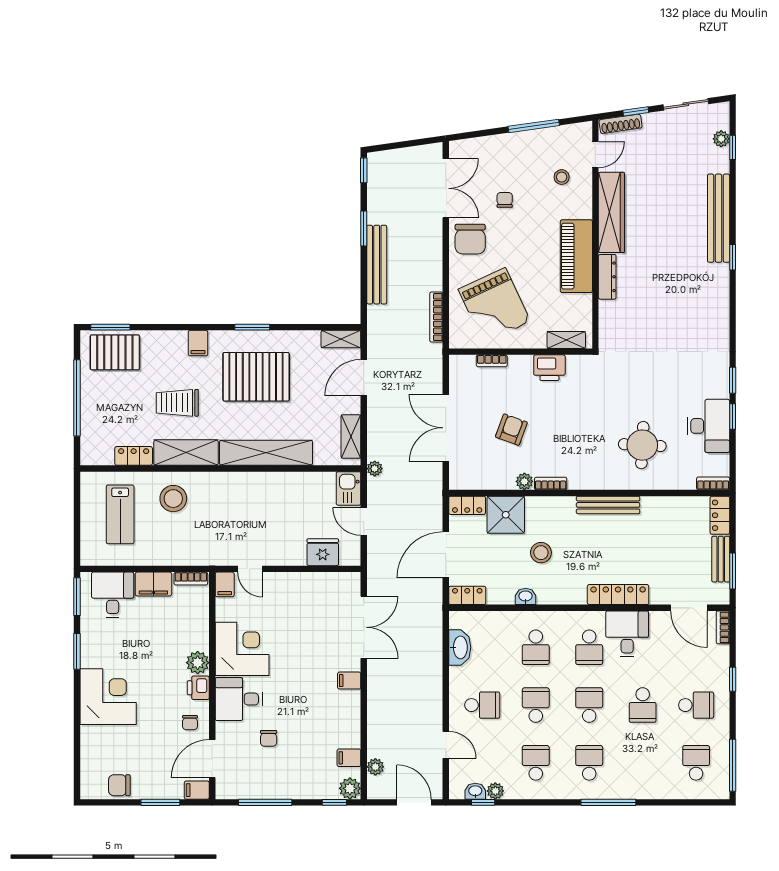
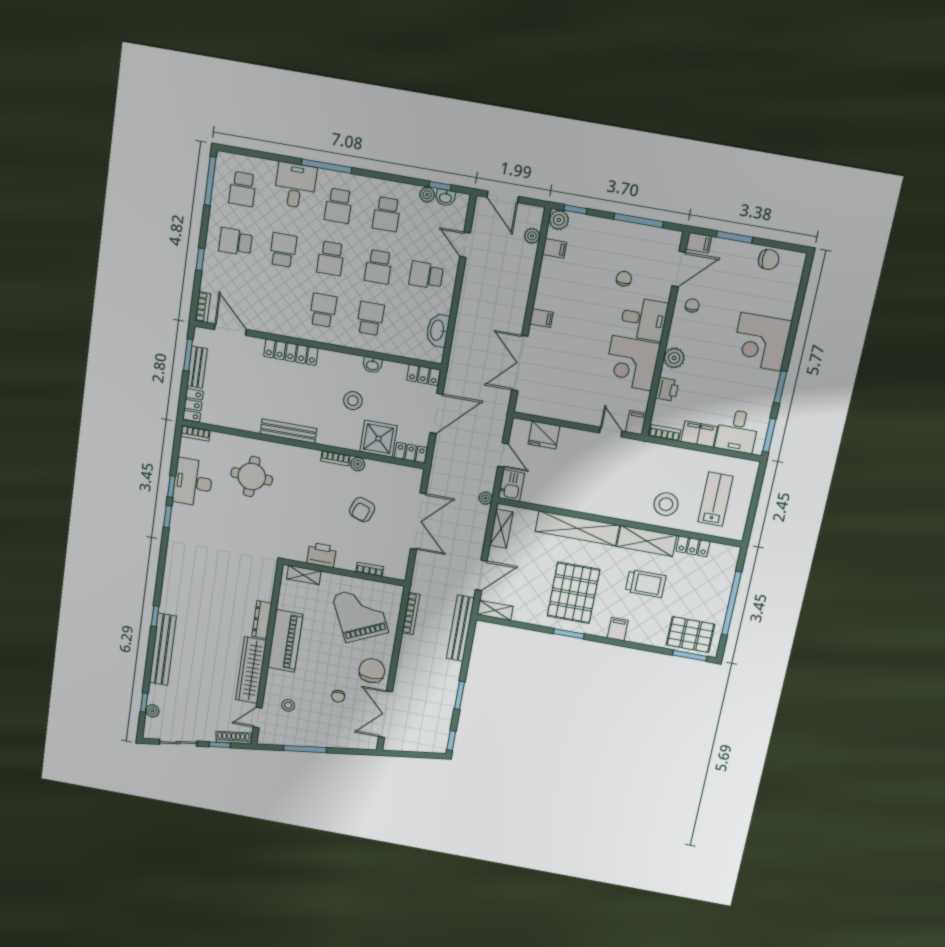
bench: (377, 265) -> (460, 628), moved
pallet: (256, 377) -> (573, 593), turned 90
desk: (627, 634) -> (295, 185), moved, turned 180
printer: (198, 688) -> (667, 389), moved

